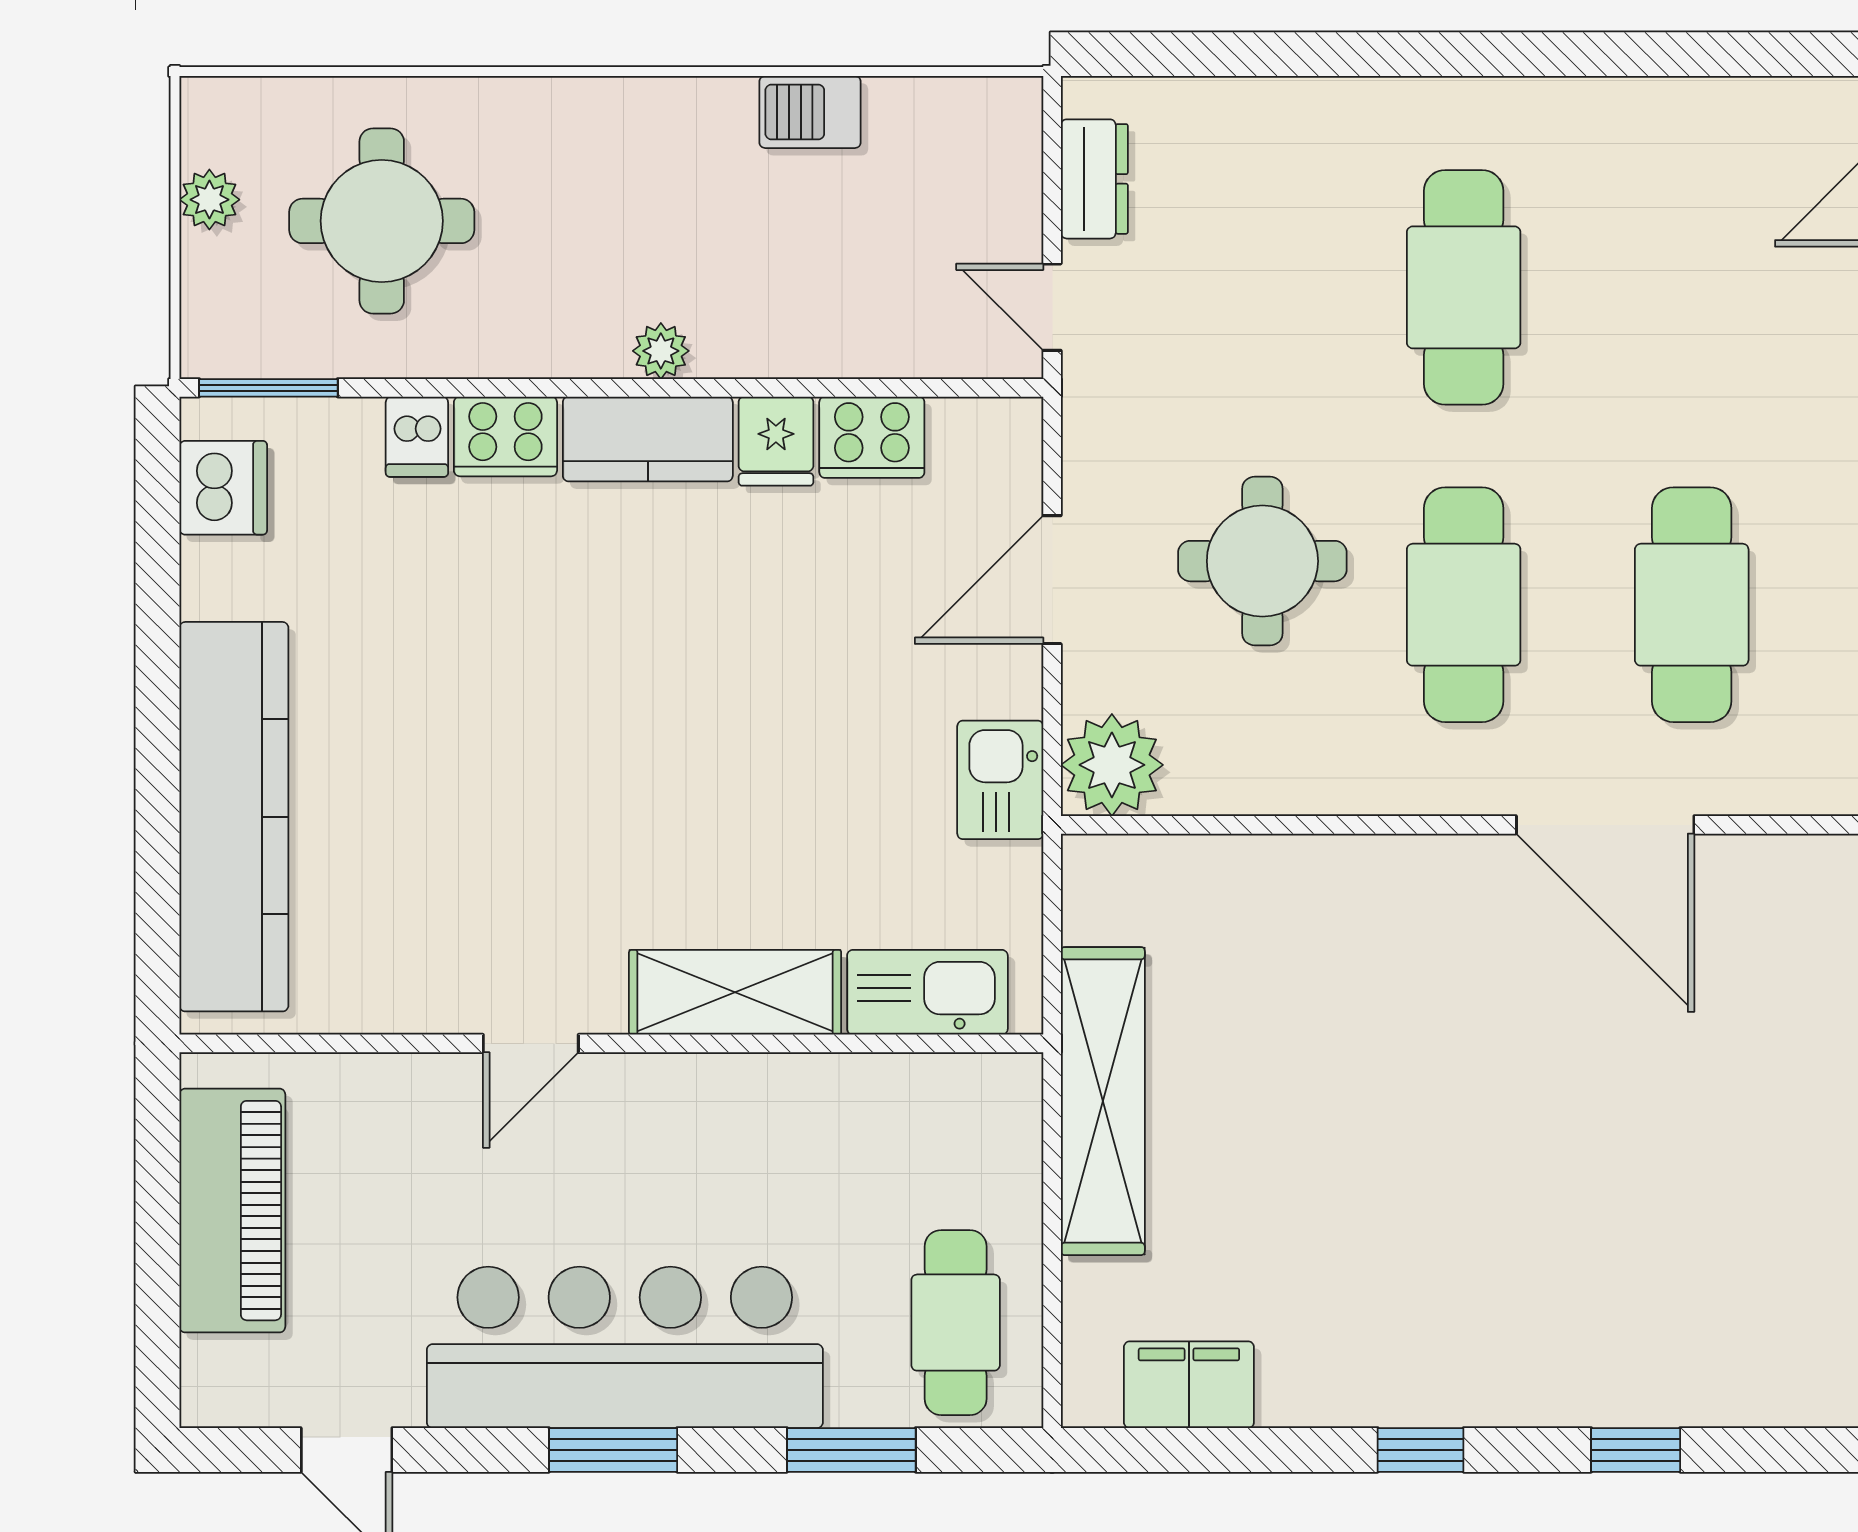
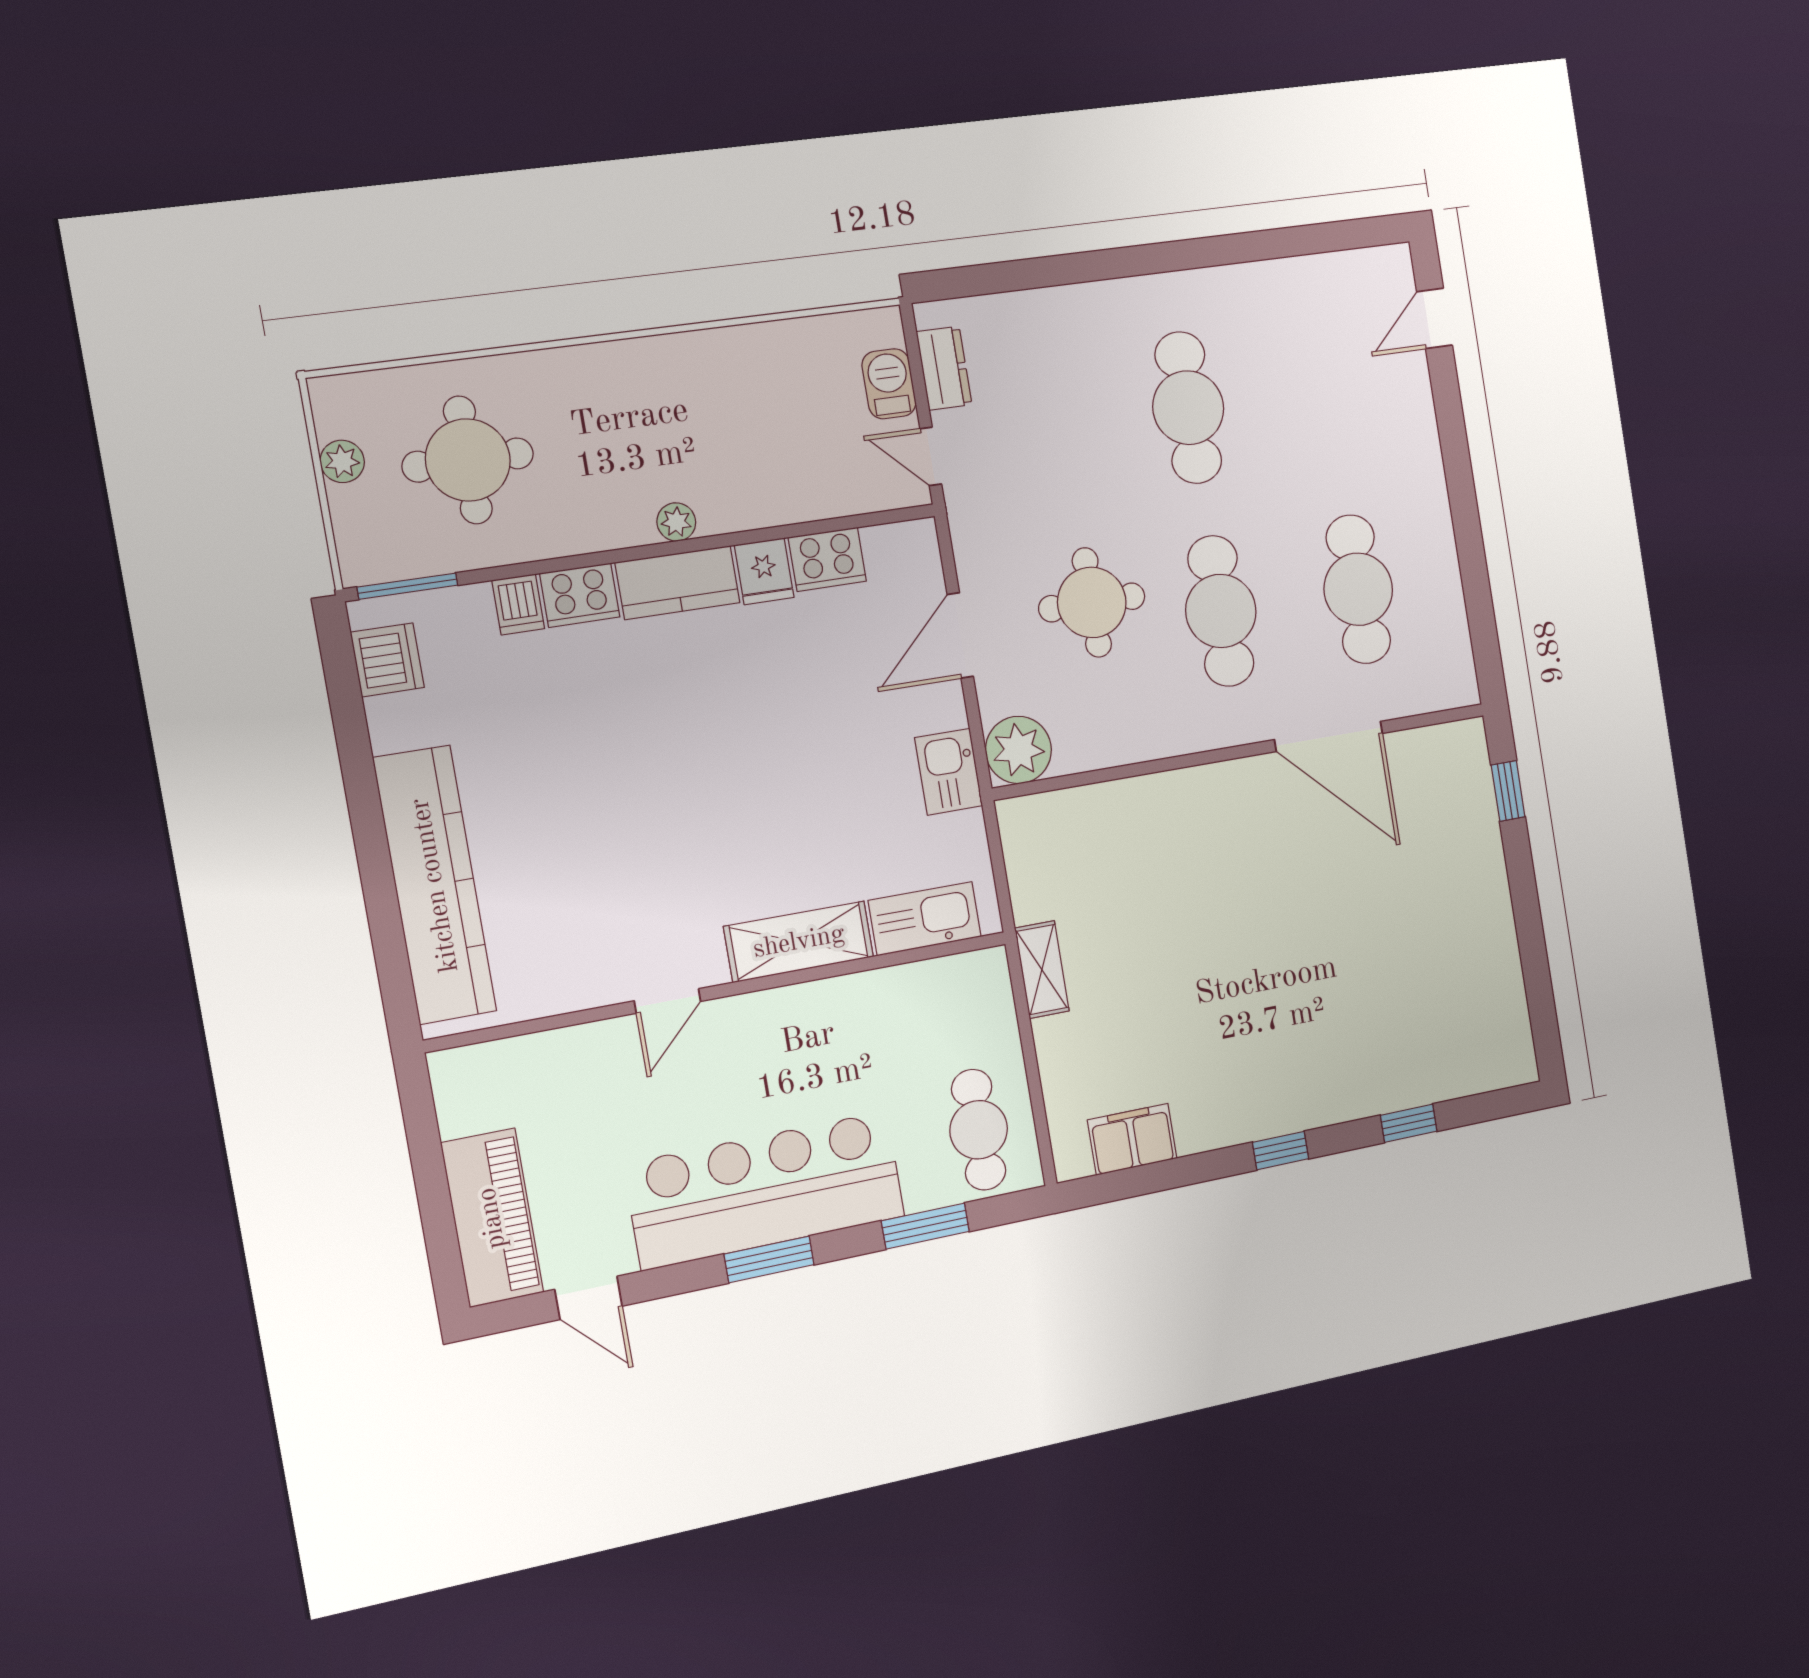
barbecue: (810, 112) -> (889, 384), moved, turned 90
shelving: (1103, 1101) -> (1042, 970), width x0.45, depth x0.75
piano: (232, 1211) -> (492, 1218), moved

